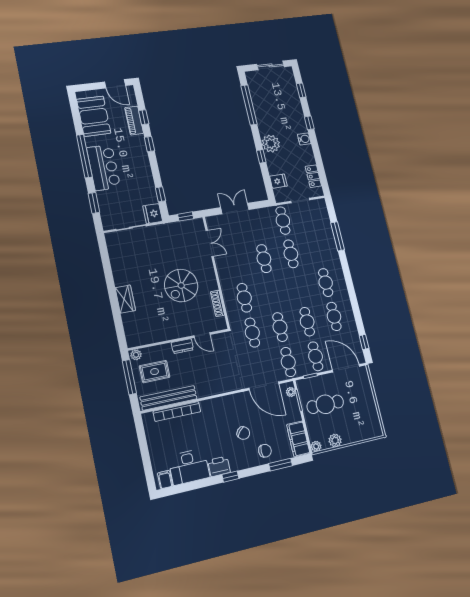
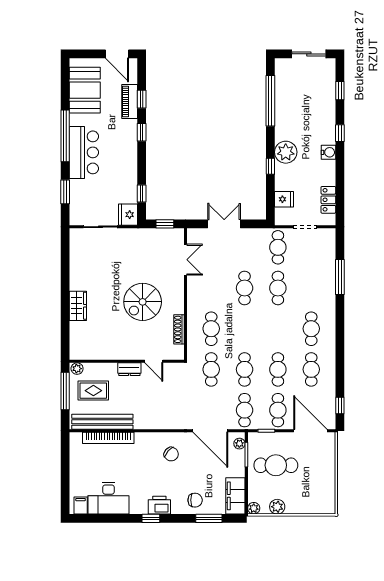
chair: (243, 433) -> (171, 454), moved
printer: (219, 466) -> (159, 505), moved

